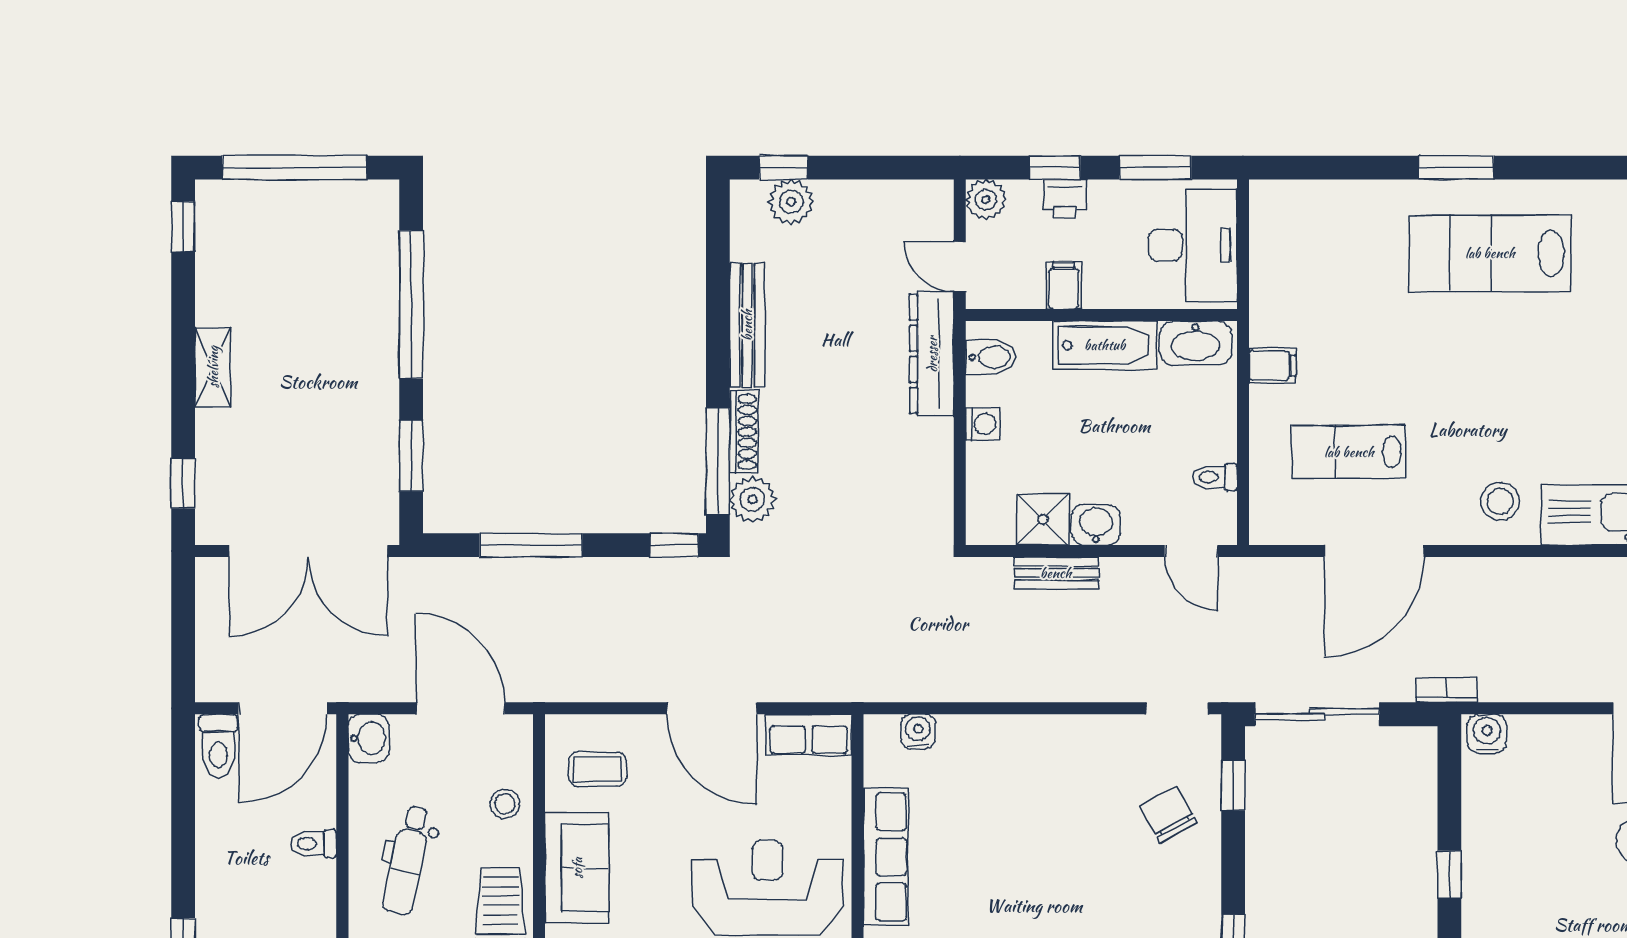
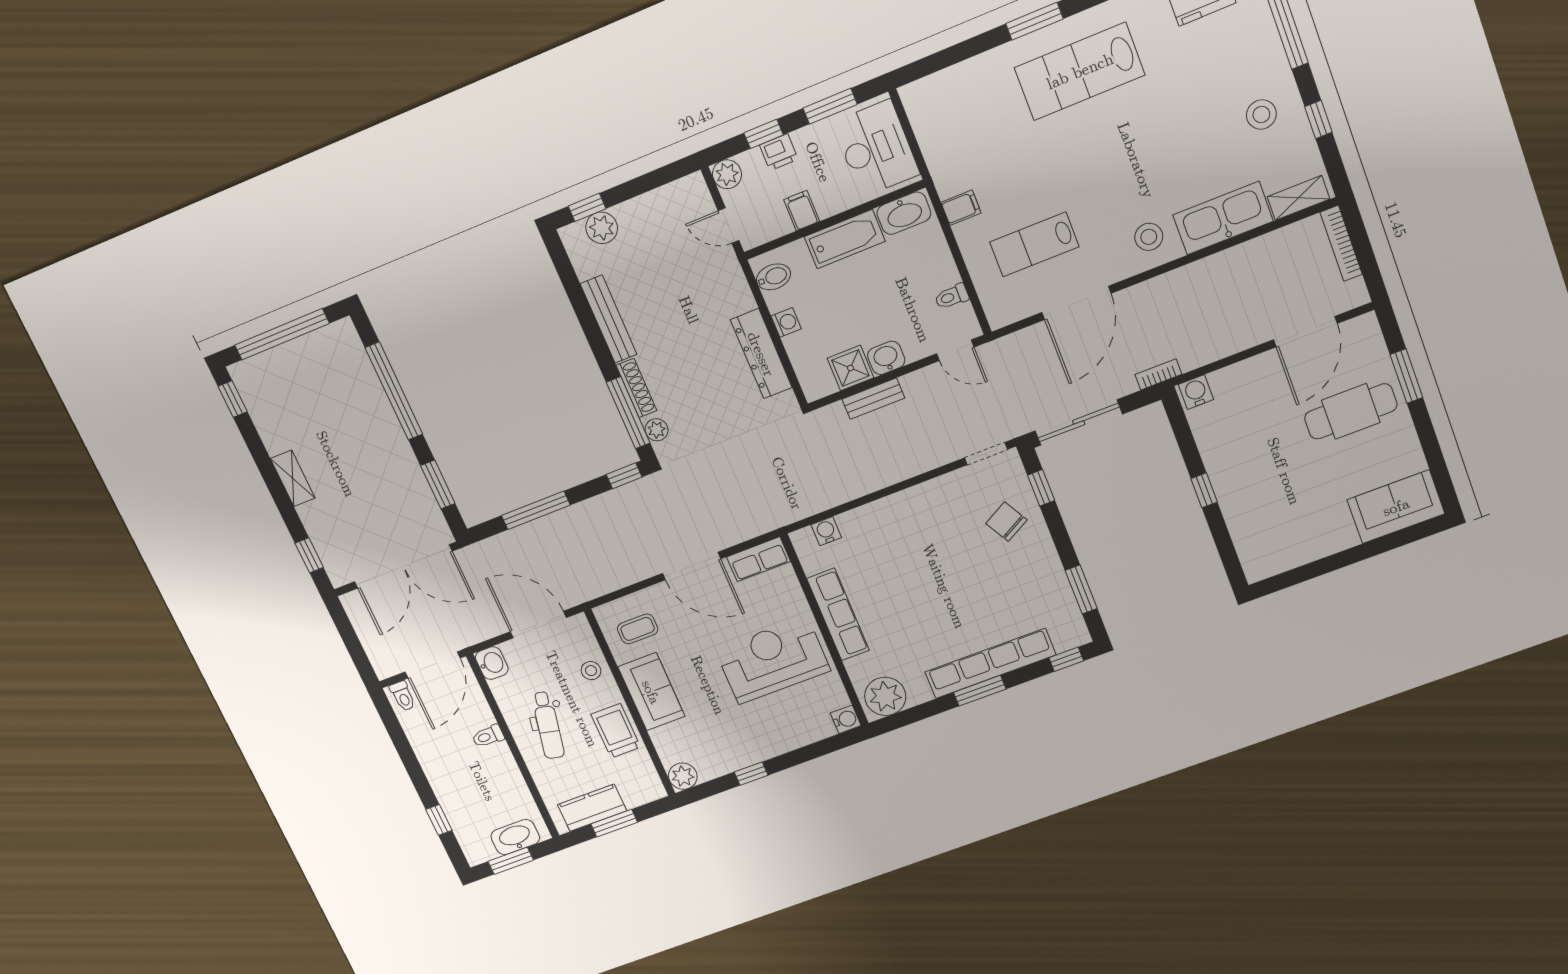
dresser: (932, 354) -> (761, 354), moved
plant: (752, 499) -> (657, 430), width x0.73, depth x0.73
toilet: (218, 746) -> (403, 696), width x0.73, depth x0.72

